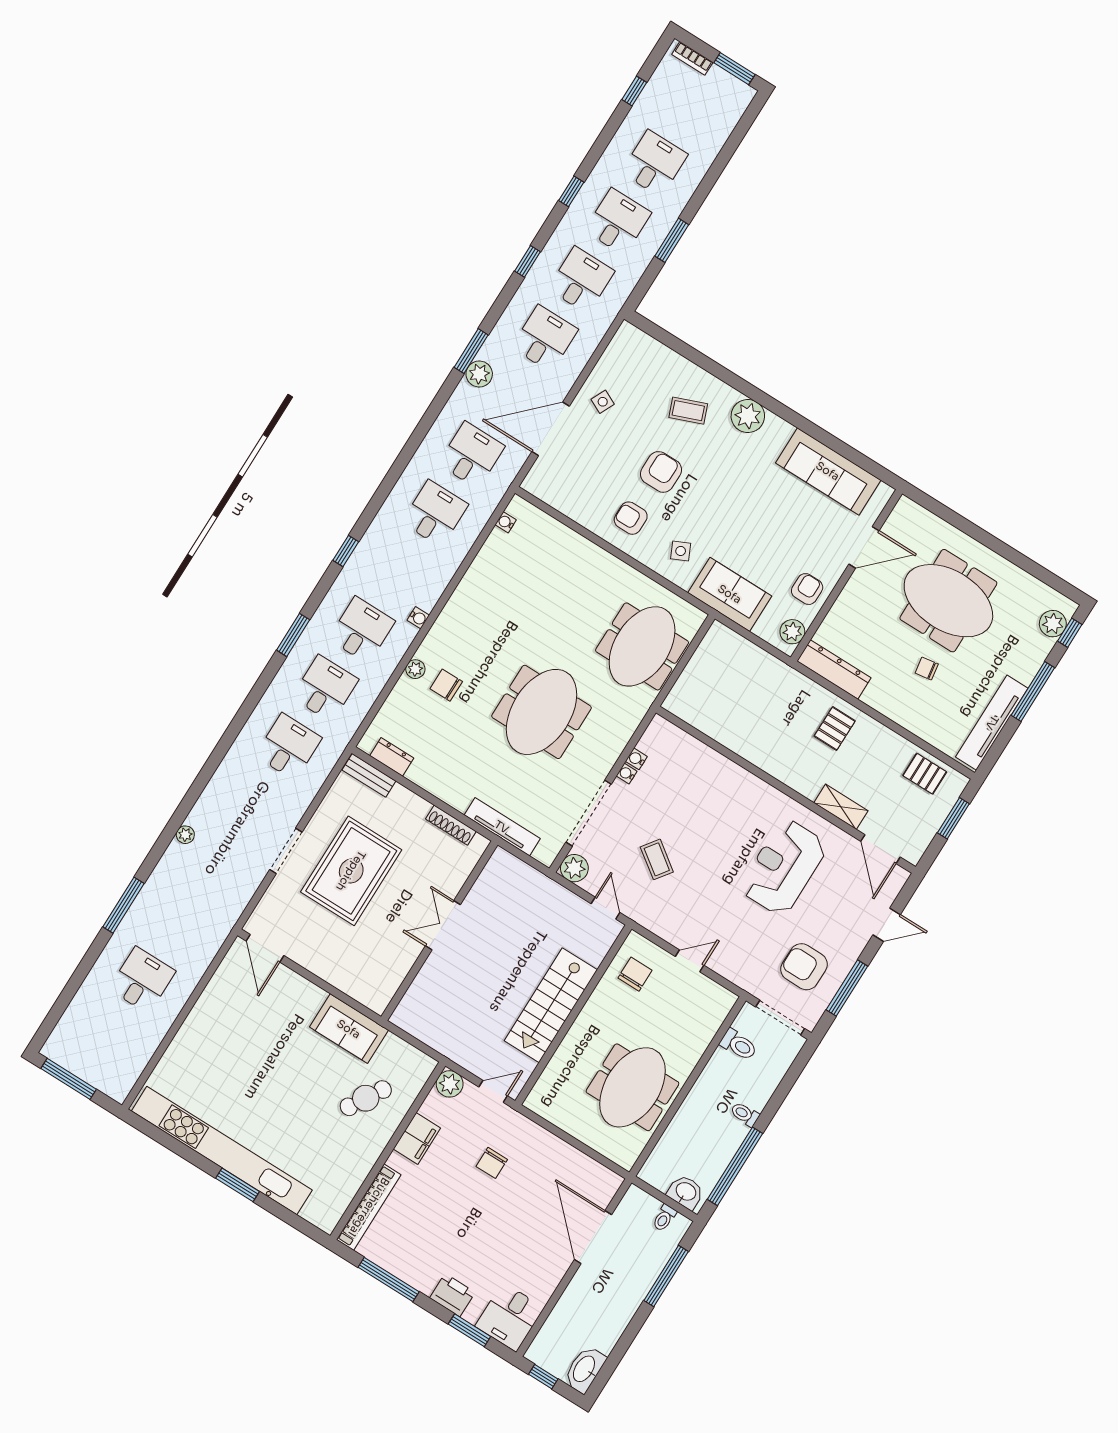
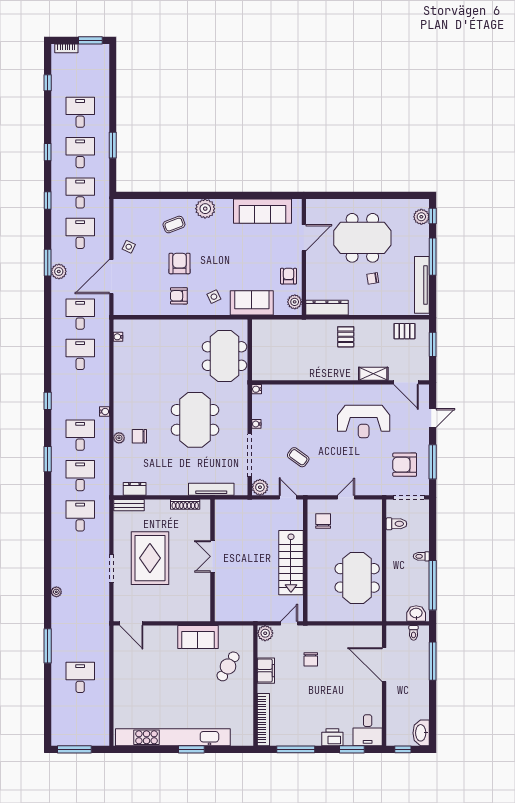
water cooler: (636, 759) -> (257, 389), moved
reception desk: (784, 867) -> (364, 422), turned -90

